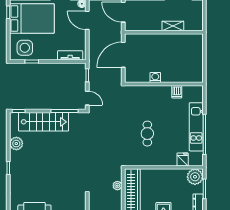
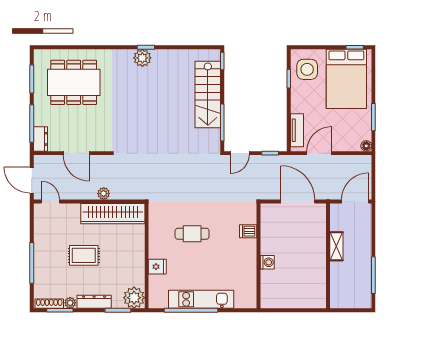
door: (87, 20) -> (319, 153), moved
shelving: (173, 26) -> (336, 246), moved
washing machine: (155, 77) -> (267, 262), moved
dishwasher: (177, 92) -> (248, 231), moved
plant: (16, 144) -> (142, 58), moved
fridge: (183, 159) -> (157, 267), moved
plant: (117, 186) -> (104, 194), moved

